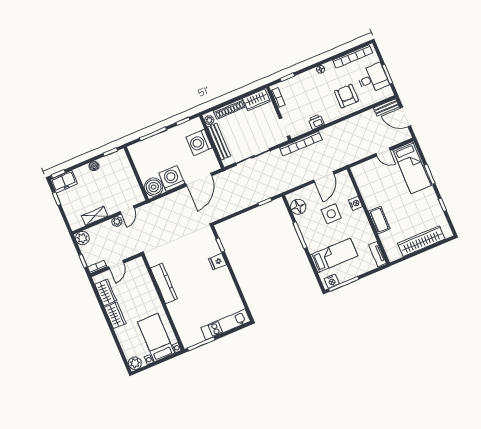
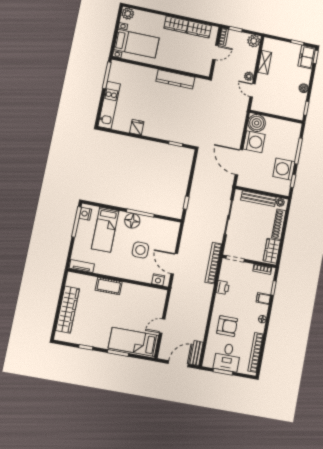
filing cabinet: (302, 80) -> (263, 299), added
washing machine: (199, 142) -> (284, 169), moved, turned -90
nightstand: (355, 203) -> (158, 280), moved
floor lamp: (298, 207) -> (132, 221), moved
fridge: (217, 262) -> (137, 127), moved
door: (116, 265) -> (215, 52), swing flipped

